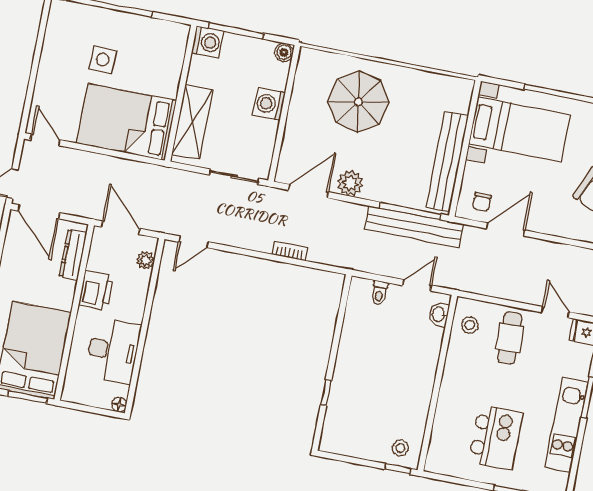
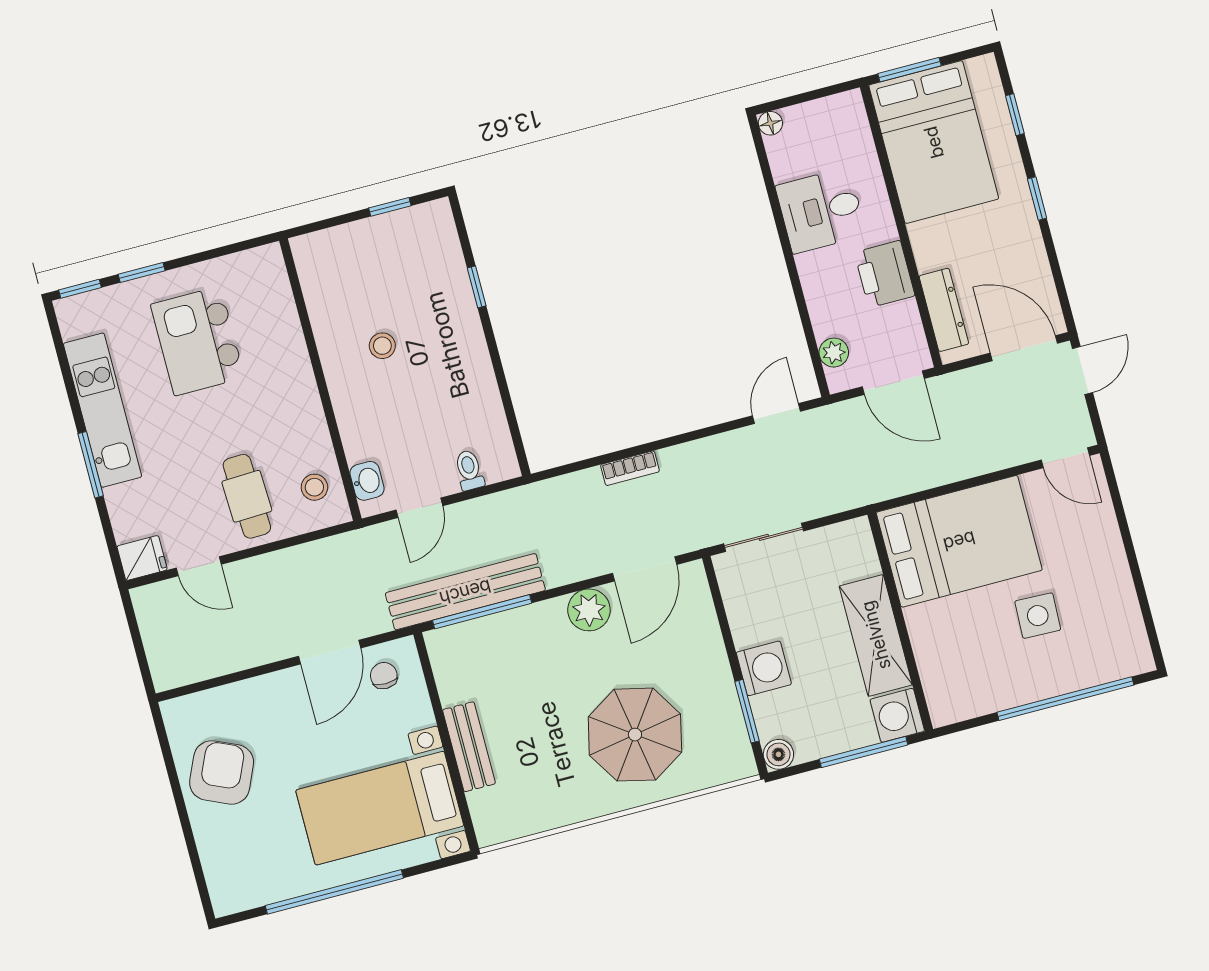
window: (290, 85) -> (747, 711), added
shelving: (192, 122) -> (876, 635), moved
bench: (447, 161) -> (469, 747), width x0.54, depth x0.82
desk: (113, 351) -> (821, 210), width x0.73
stool: (400, 448) -> (382, 346), moved
window: (398, 469) -> (390, 207), moved

